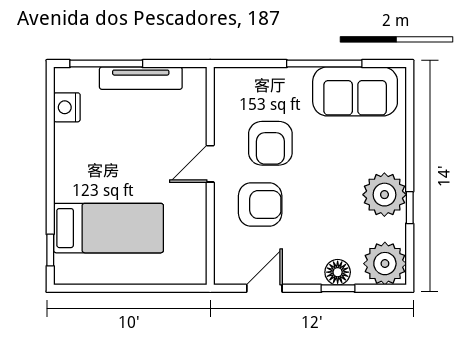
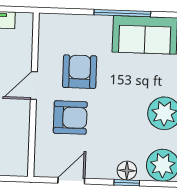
armchair: (270, 143) -> (80, 72), turned 180

